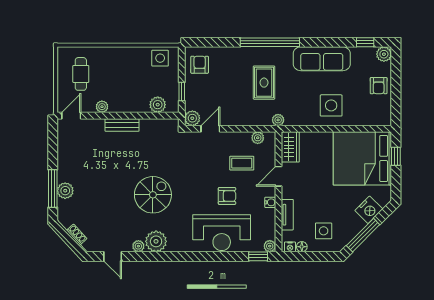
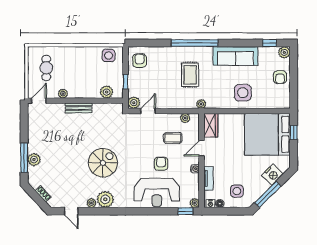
armchair: (227, 196) -> (161, 164), turned -90

